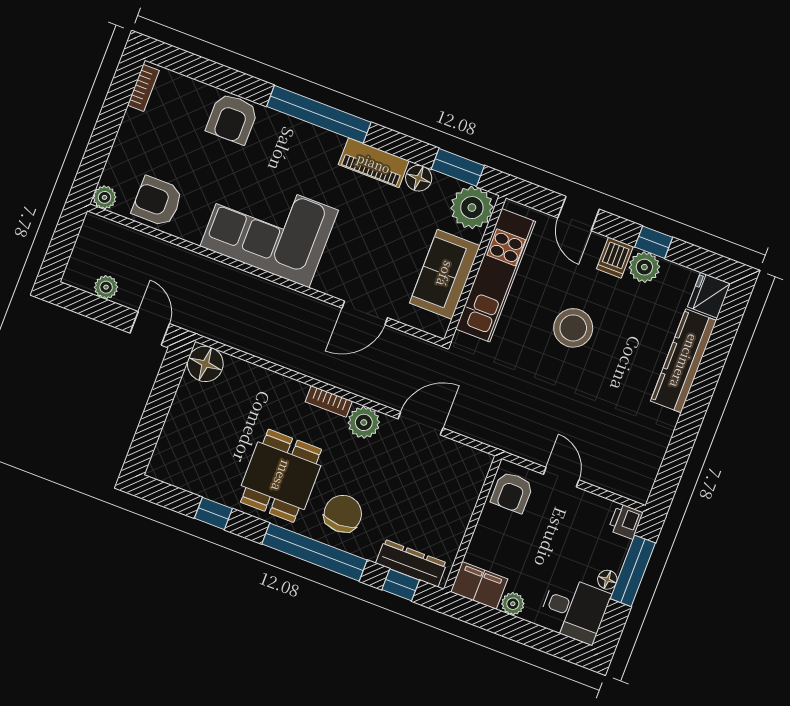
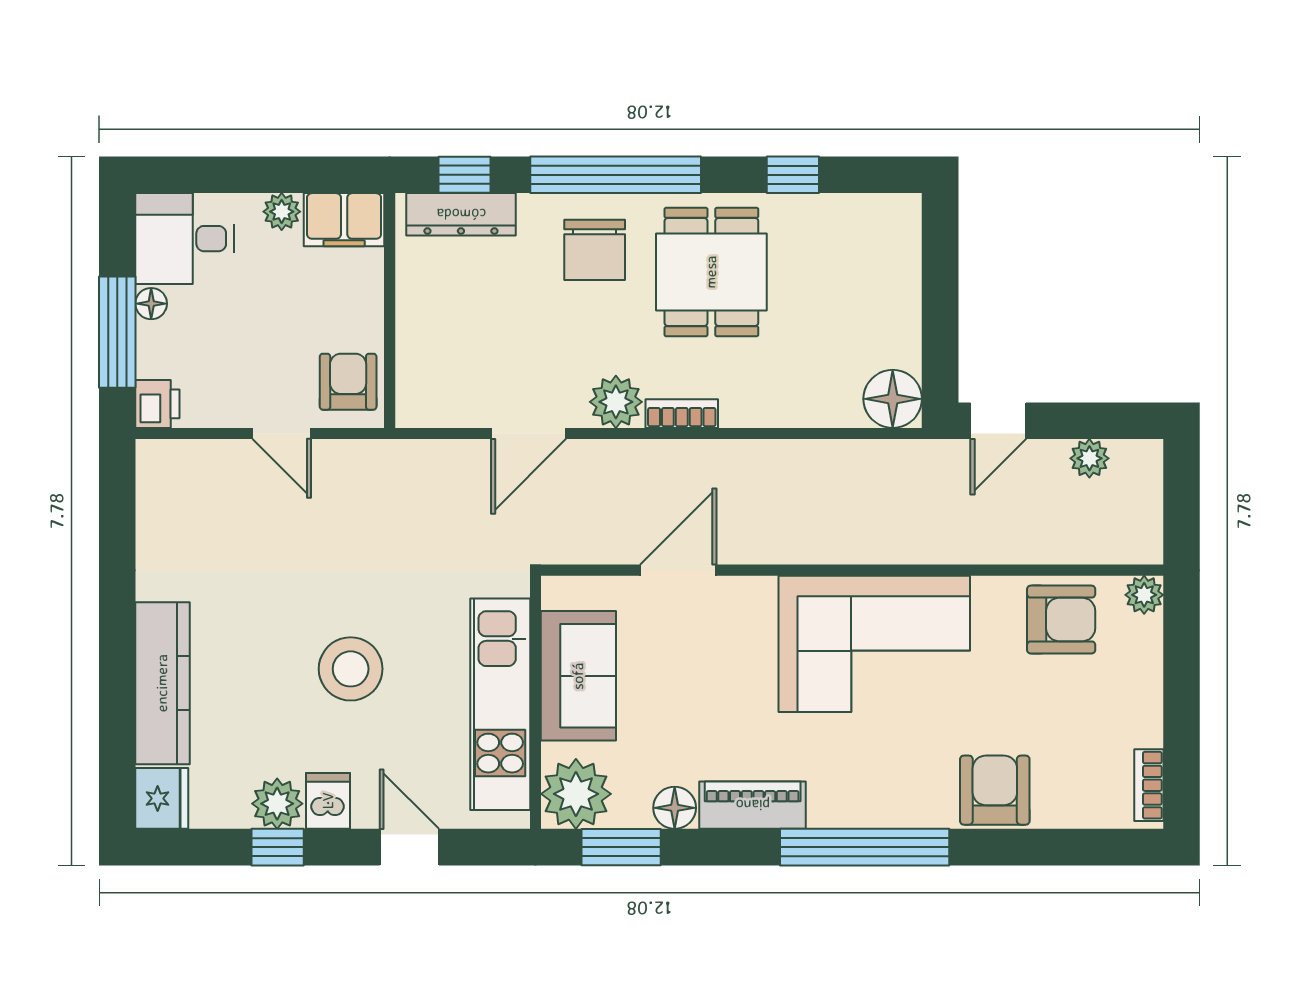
door: (150, 328) -> (998, 421), hinge flipped

